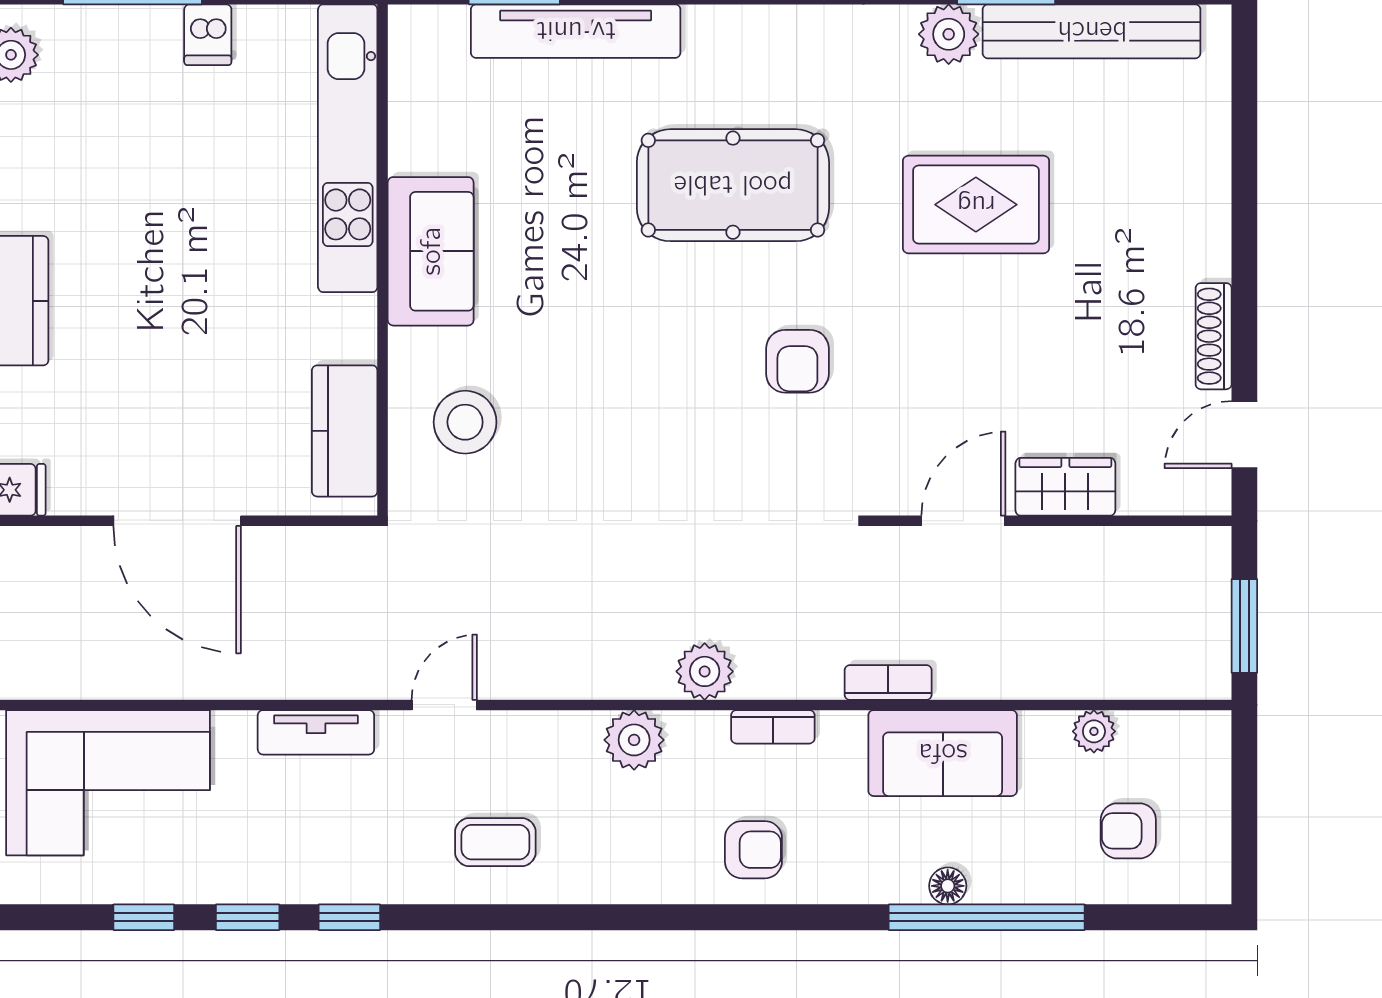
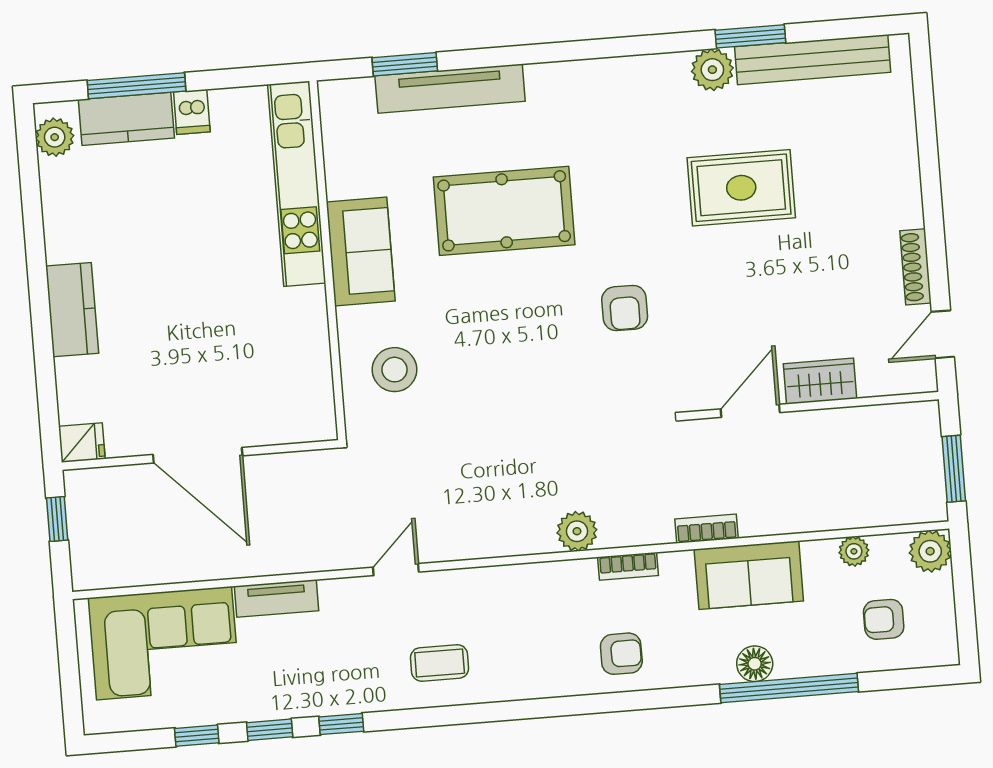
pool table: (733, 185) -> (504, 211), moved
kitchen counter: (345, 431) -> (126, 119), moved, turned -90
tv unit: (316, 732) -> (277, 598), moved
plant: (634, 740) -> (930, 551), moved
floor lamp: (948, 886) -> (755, 664), width x1.37, depth x1.37

